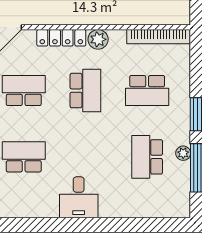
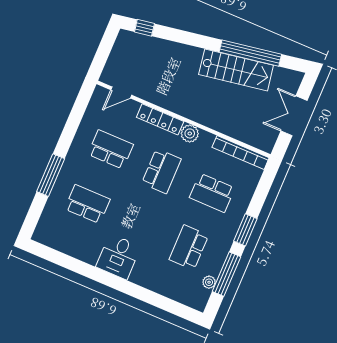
plant: (183, 153) -> (209, 282), moved

